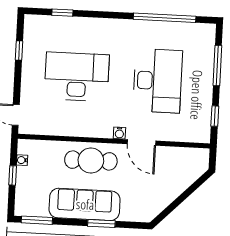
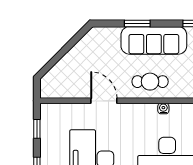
water cooler: (119, 133) -> (163, 109), moved
cafe table: (91, 160) -> (150, 82), width x0.73, depth x0.74

